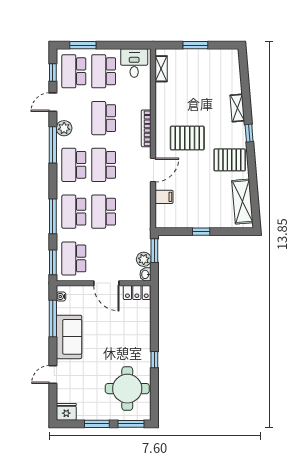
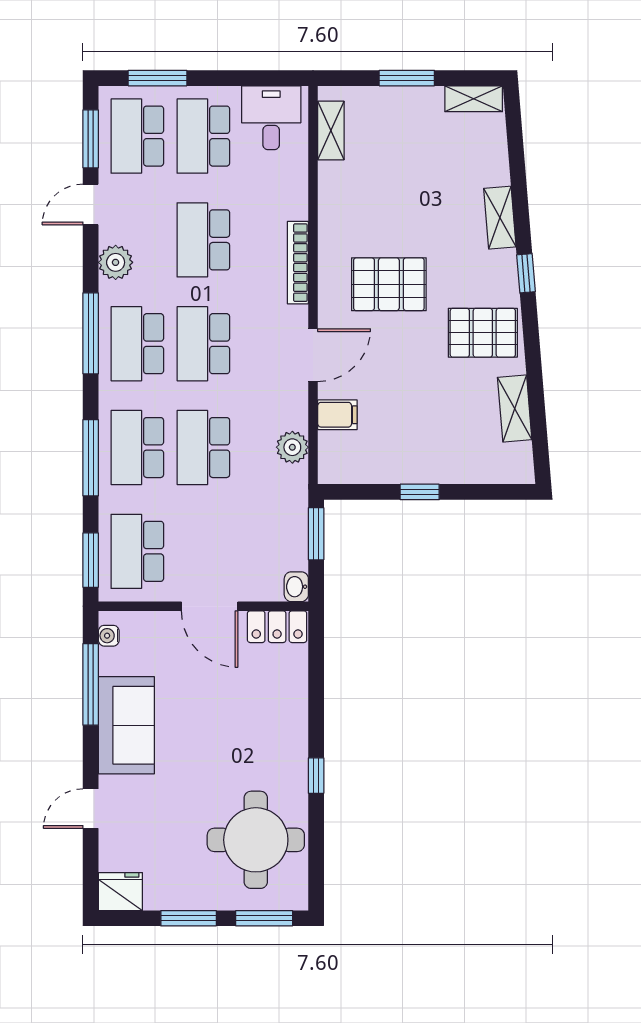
shelving: (225, 54) -> (474, 99), added
window: (53, 73) -> (91, 139), width x1.50
window: (53, 145) -> (91, 333), moved
shelving: (242, 202) -> (515, 408), width x0.67, depth x0.75
plant: (144, 259) -> (292, 447), moved

